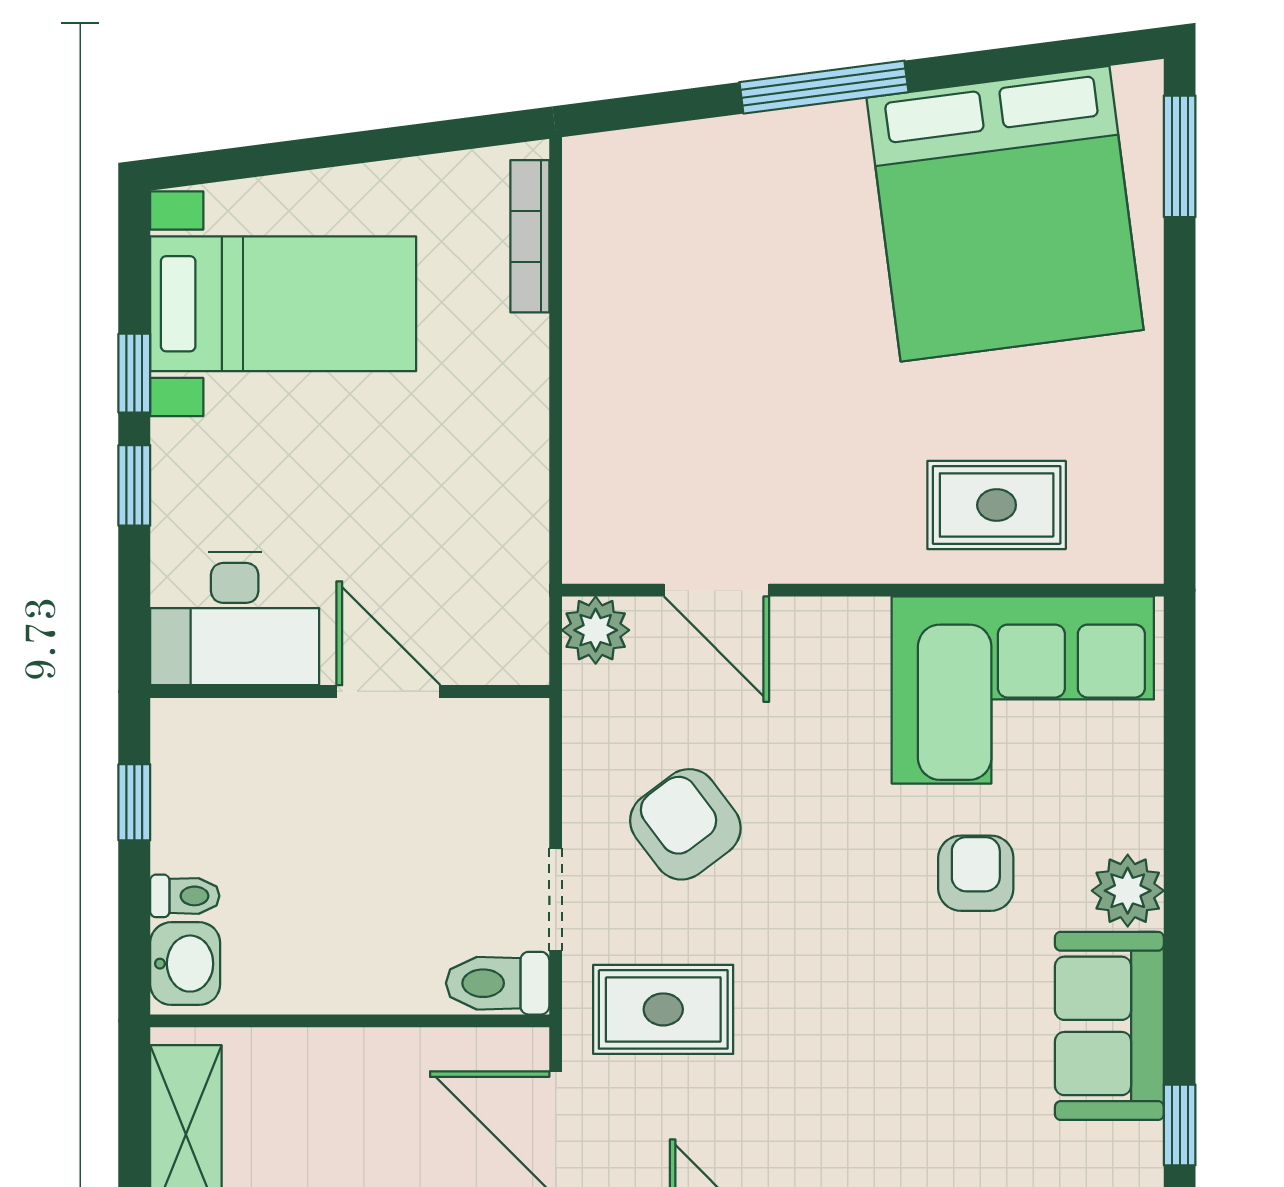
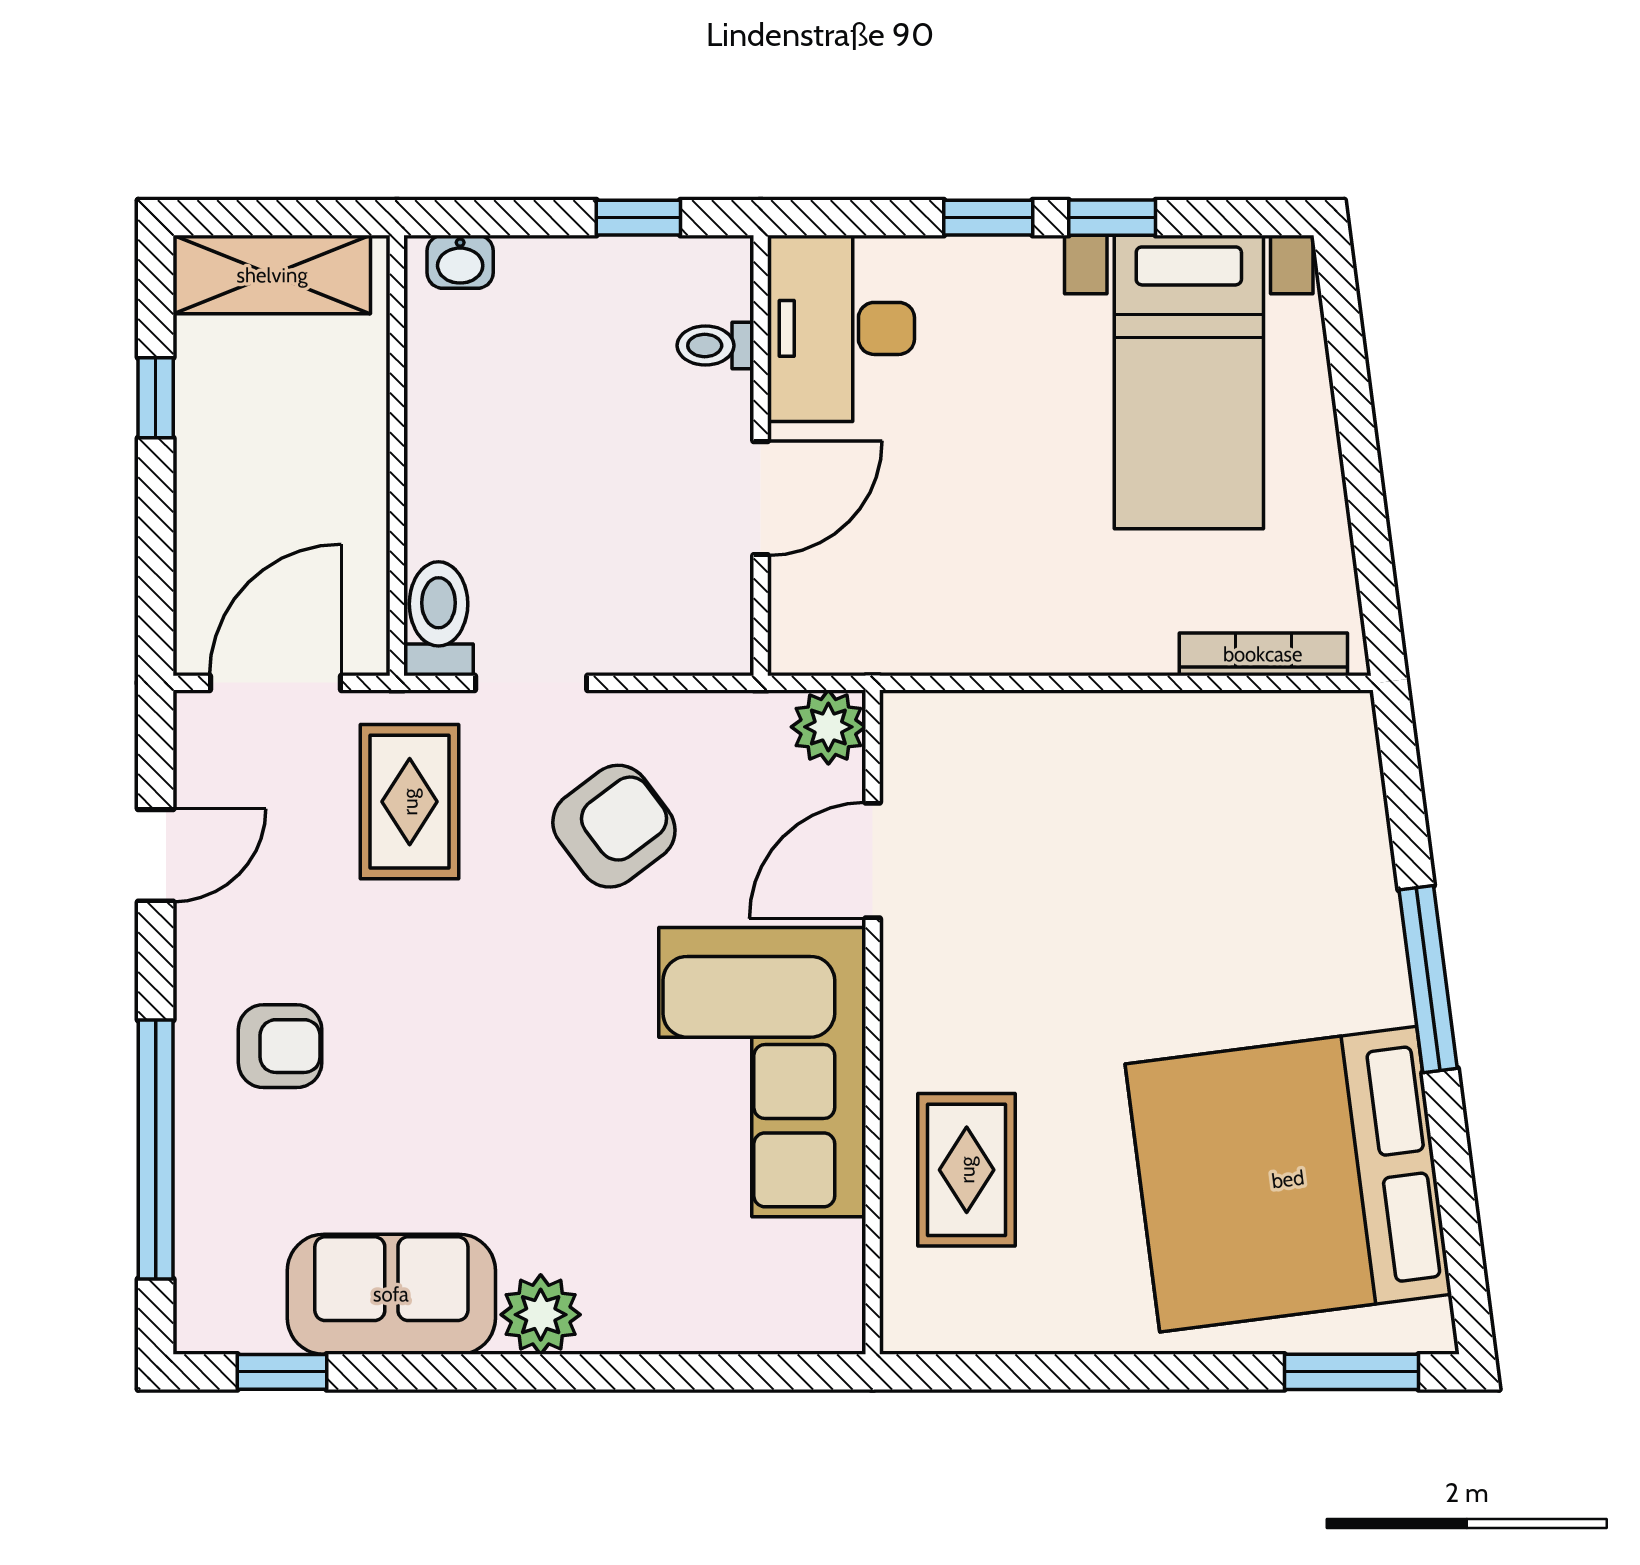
corner sofa: (1023, 690) -> (762, 1072), moved
armchair: (976, 873) -> (280, 1046), moved
toilet: (185, 896) -> (715, 346), moved, turned 90
washbasin: (185, 964) -> (460, 262), width x0.72, depth x0.69

